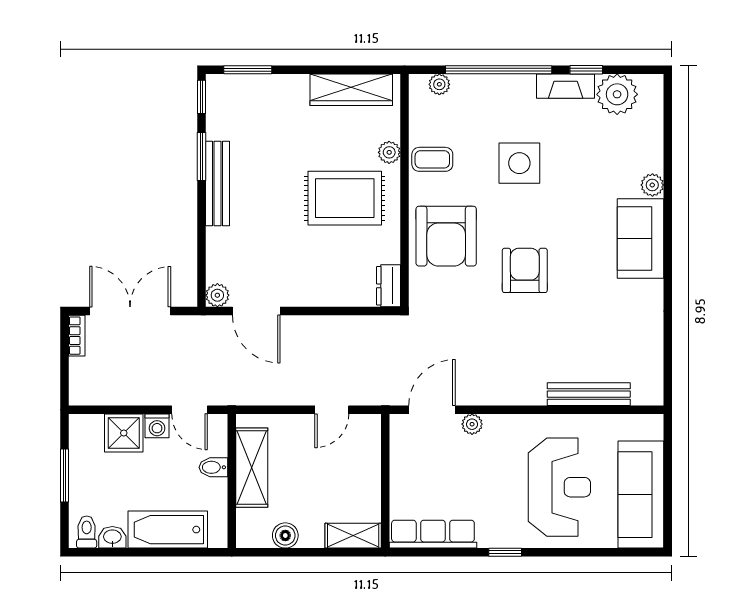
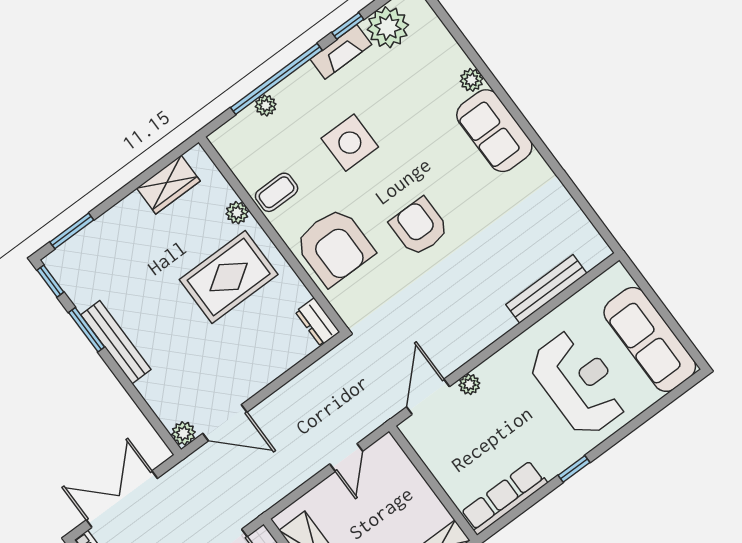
plant: (439, 84) -> (266, 105), moved
wardrobe: (351, 90) -> (168, 185), width x0.67

